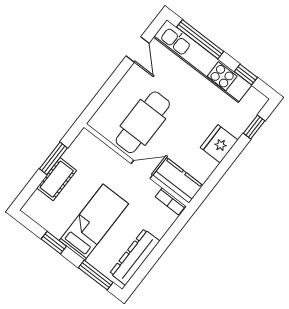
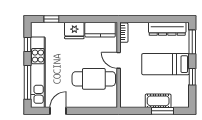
window: (53, 158) -> (163, 111), moved
kitchen counter: (178, 180) -> (100, 30), moved, turned -90

